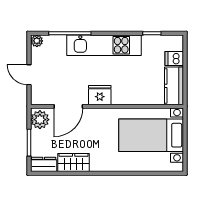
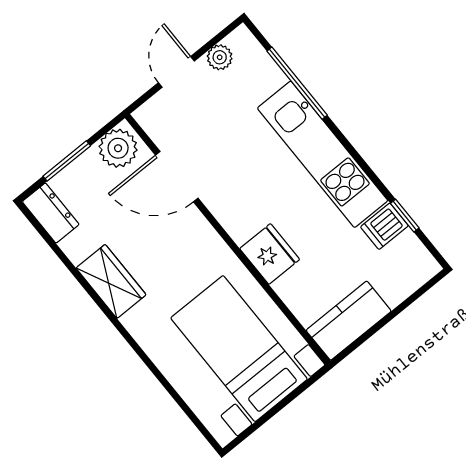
plant: (37, 41) -> (220, 57), moved
dishwasher: (174, 59) -> (384, 226), moved, turned -90
fridge: (100, 95) -> (270, 254), moved
wardrobe: (74, 163) -> (111, 281), moved

